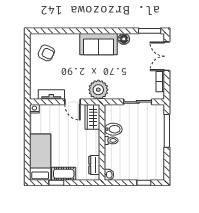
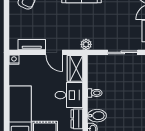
plant: (98, 90) -> (86, 44), width x0.53, depth x0.53
bidet: (113, 129) -> (97, 116), moved
desk: (87, 142) -> (69, 95), added

